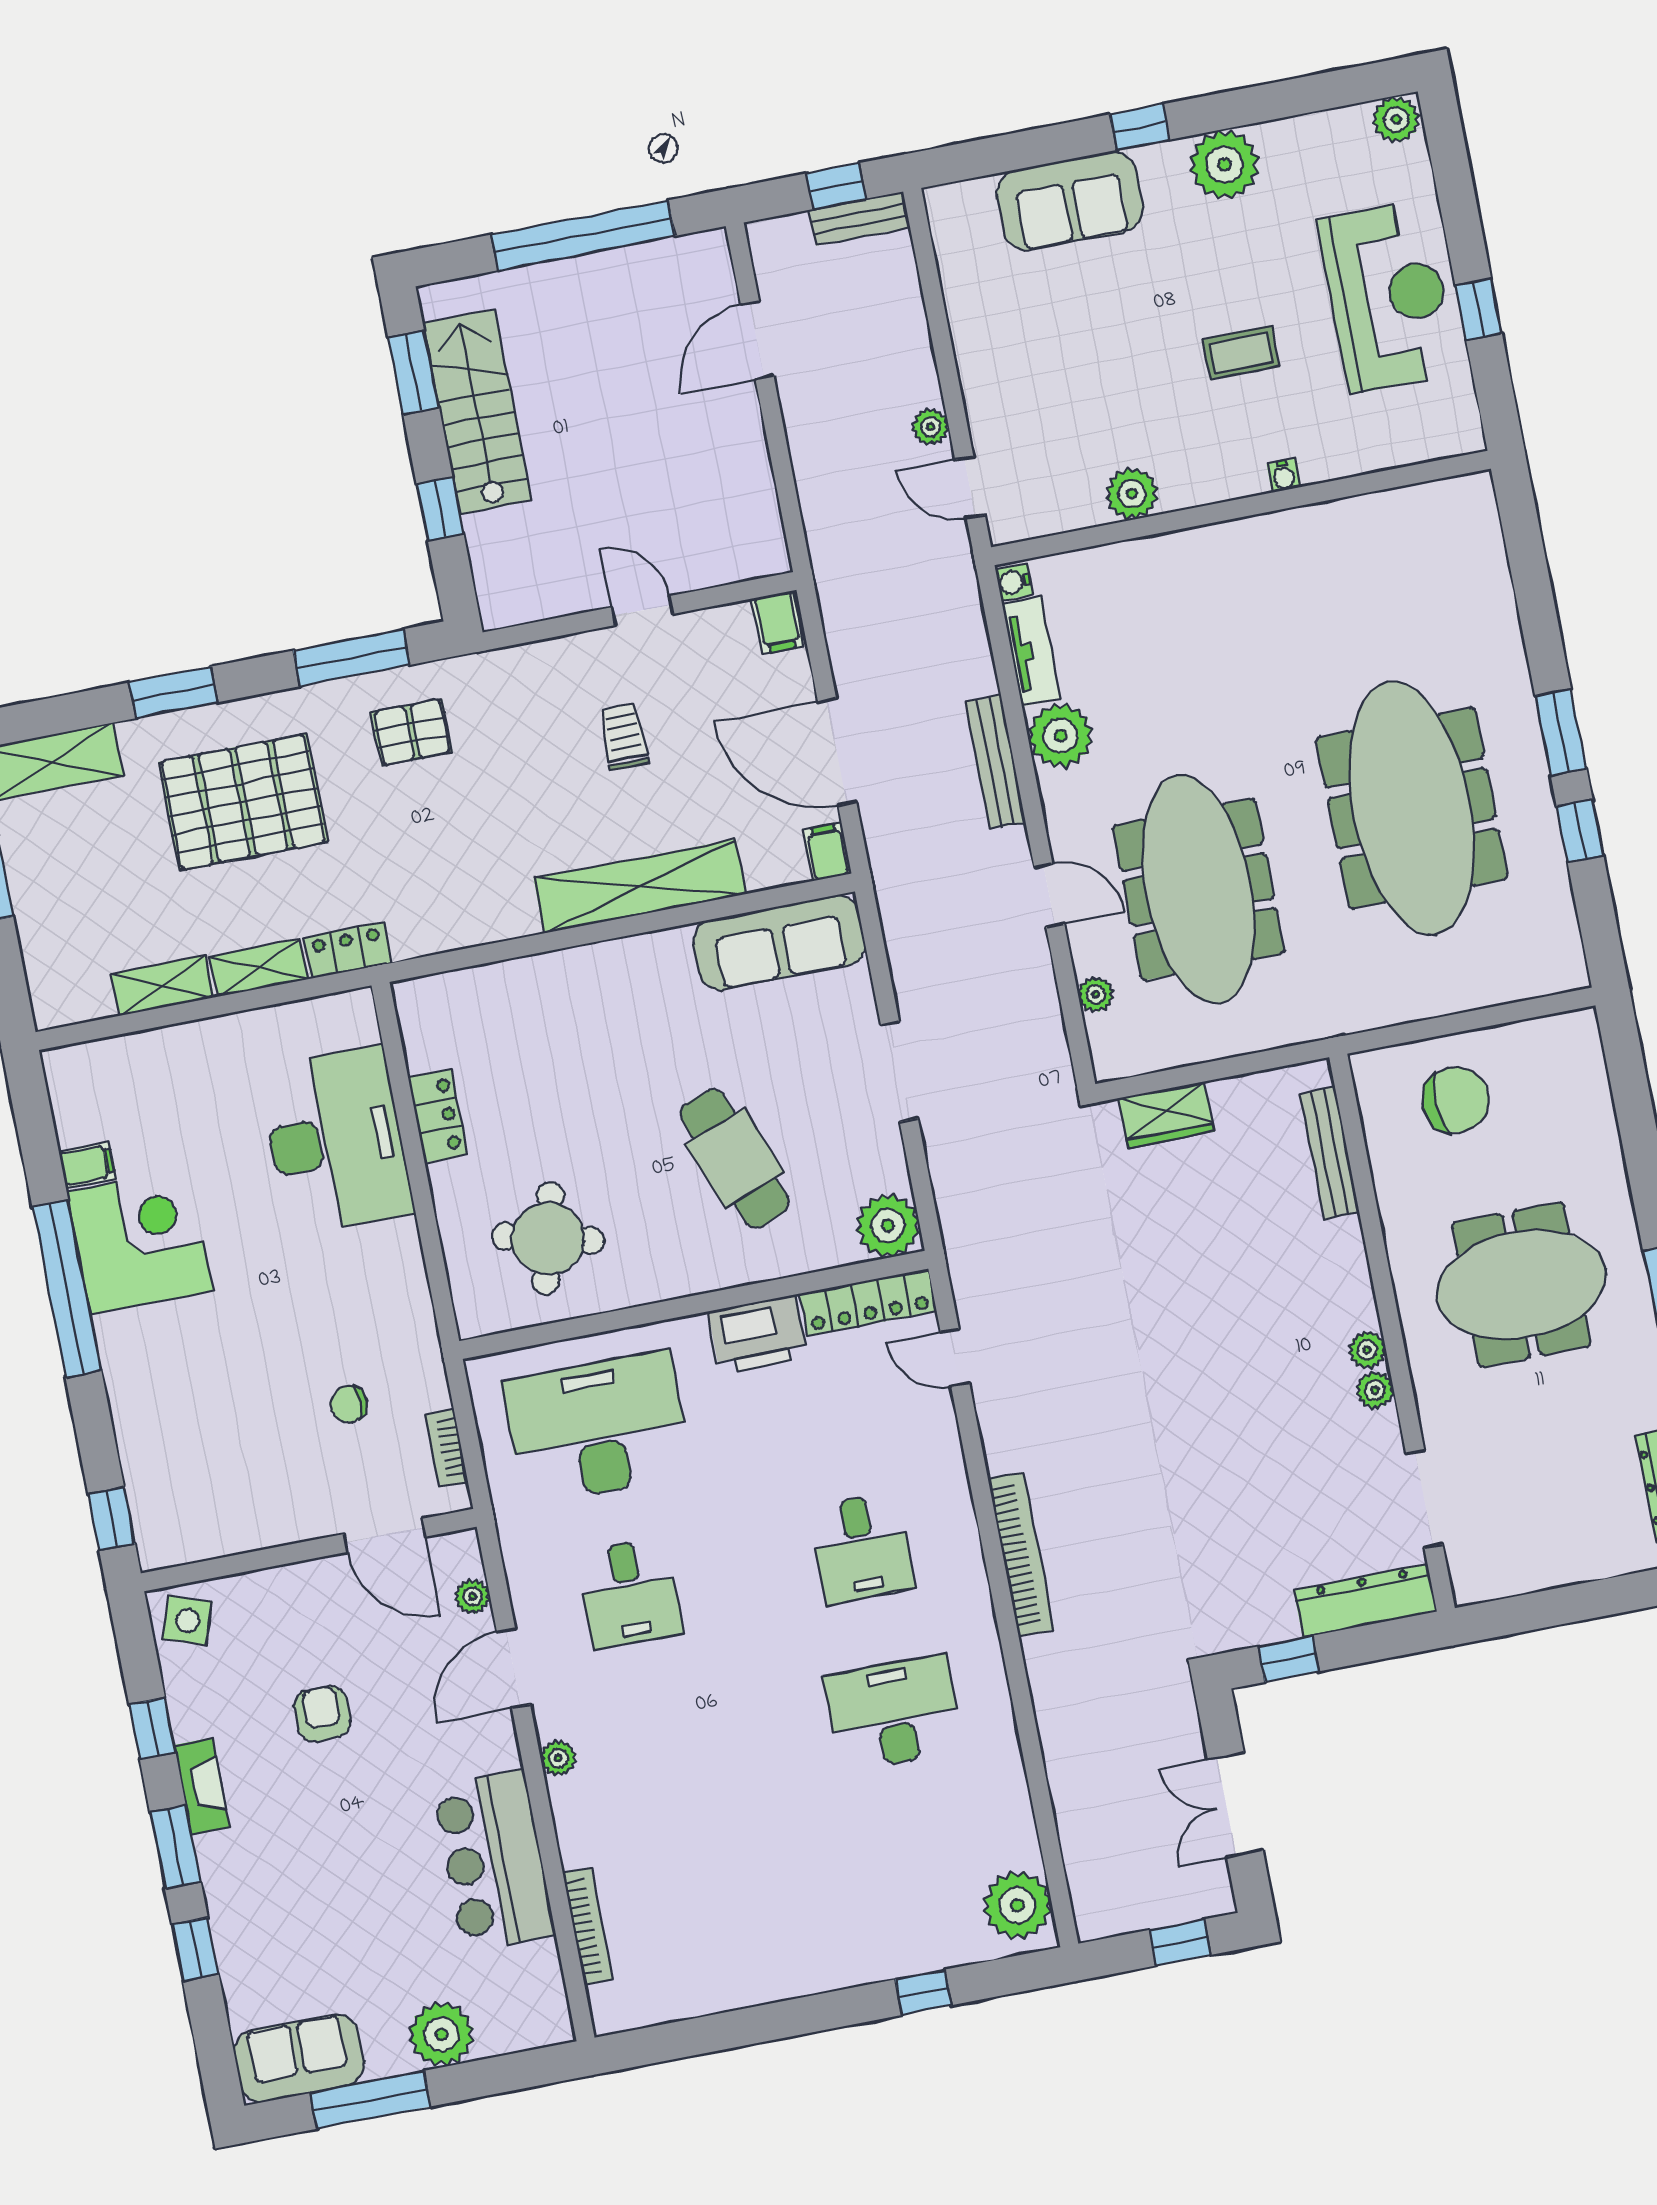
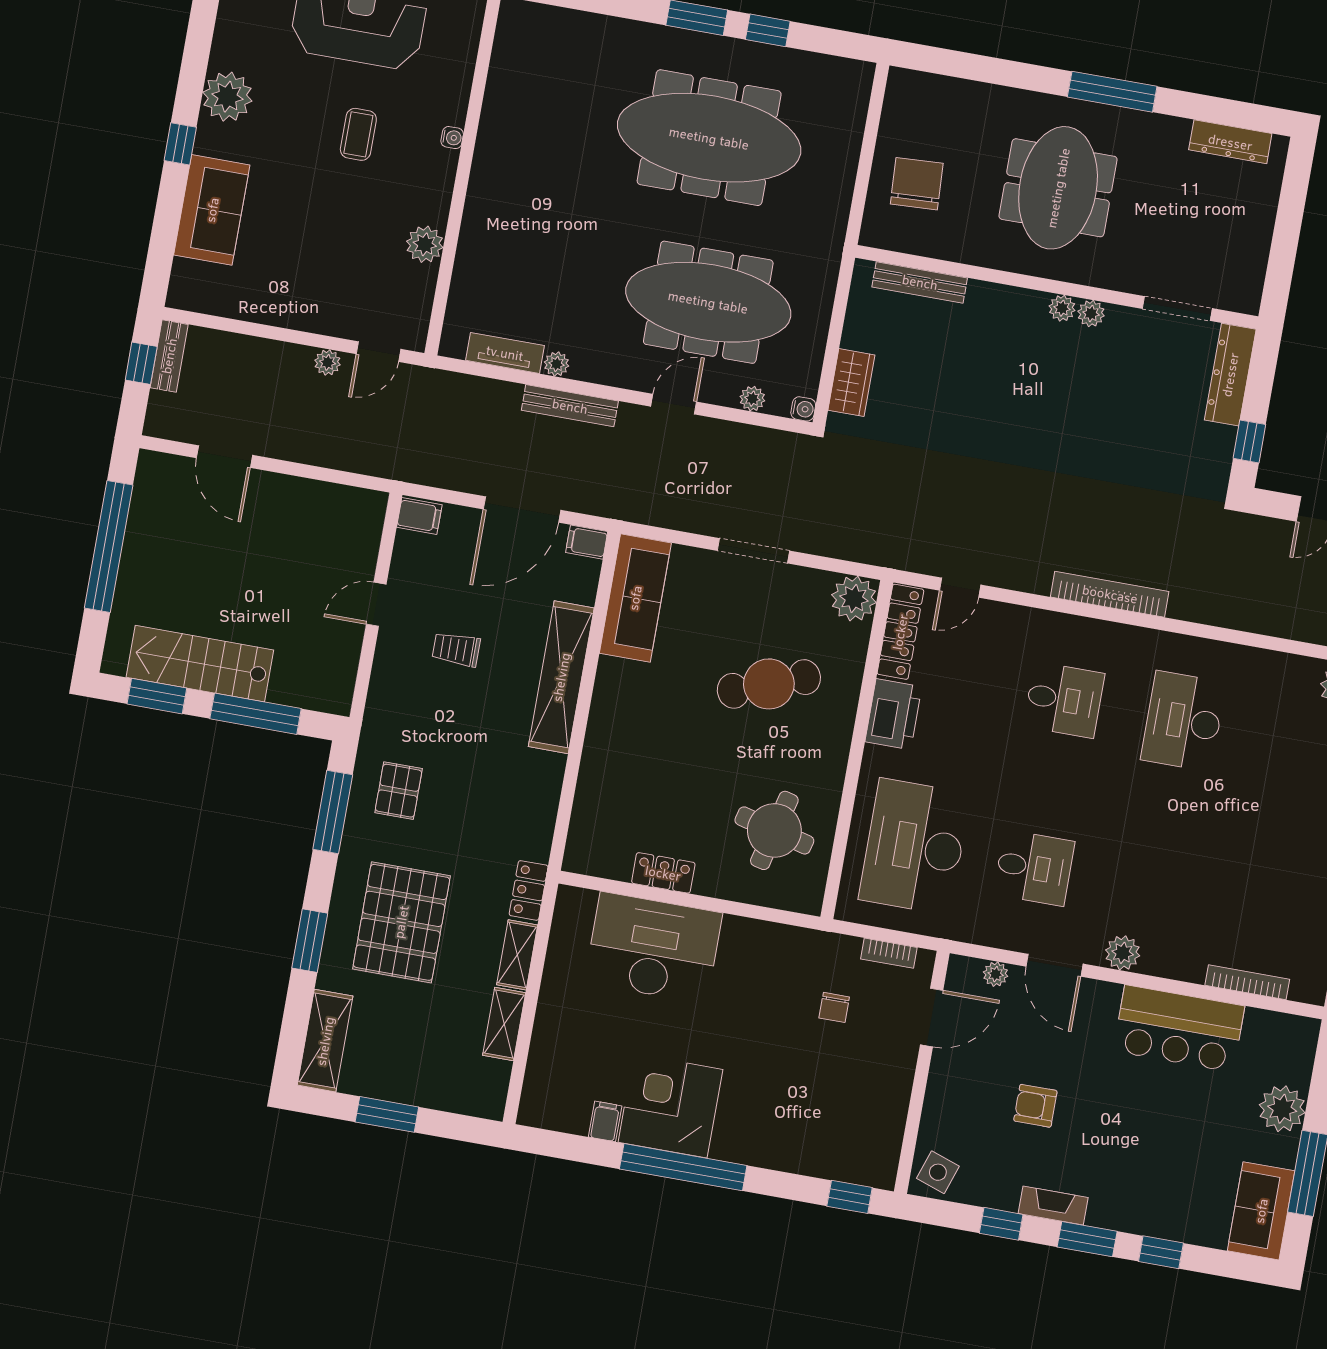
window: (440, 509) -> (256, 714), width x2.17
water cooler: (1014, 582) -> (803, 409), moved, turned -90
plant: (1061, 736) -> (557, 364), width x0.53, depth x0.53
plant: (558, 1758) -> (1123, 953), width x1.38, depth x1.38

